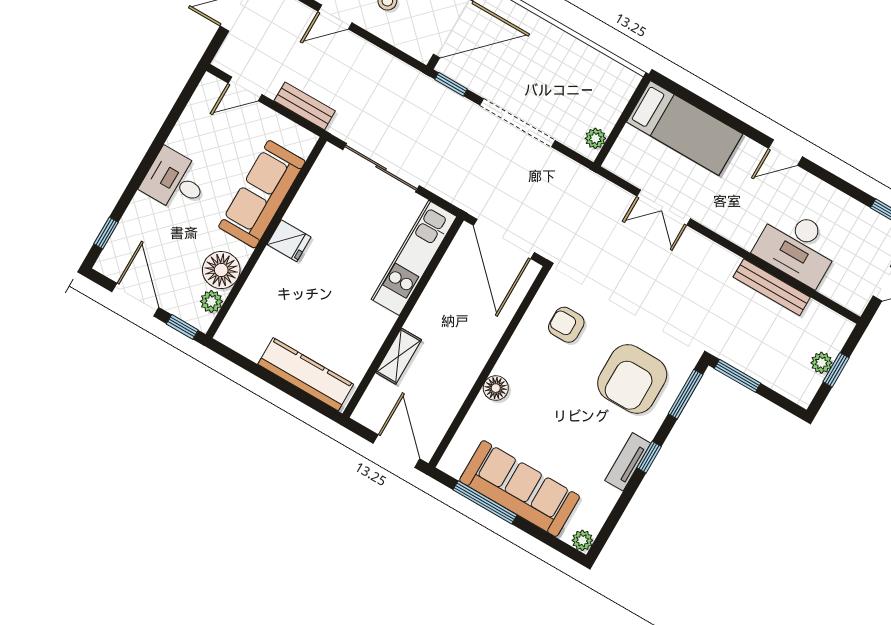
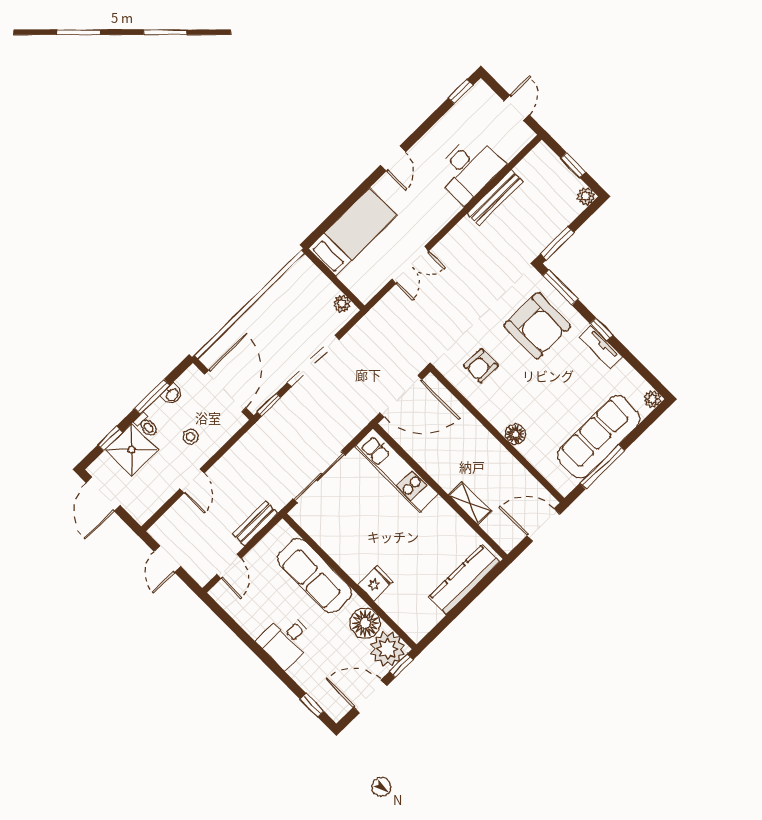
fridge: (289, 241) -> (376, 583), moved
plant: (211, 302) -> (388, 649), width x1.87, depth x1.87
plant: (821, 363) -> (586, 196), moved

